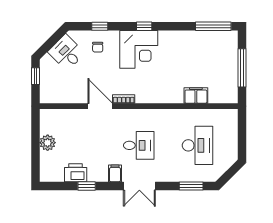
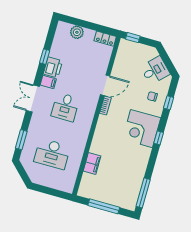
window: (35, 76) -> (133, 38), moved
locker: (46, 121) -> (105, 39), added
plant: (48, 143) -> (77, 32), moved
printer: (76, 173) -> (53, 67), moved

